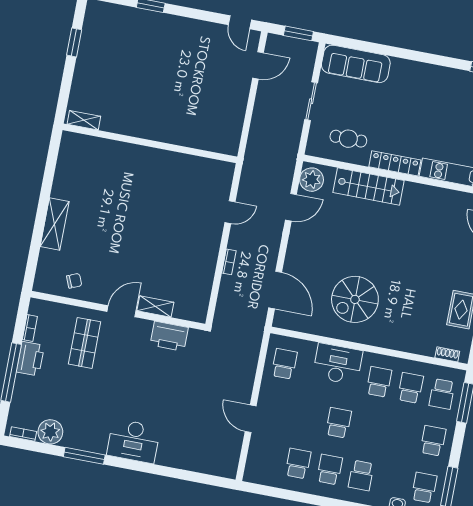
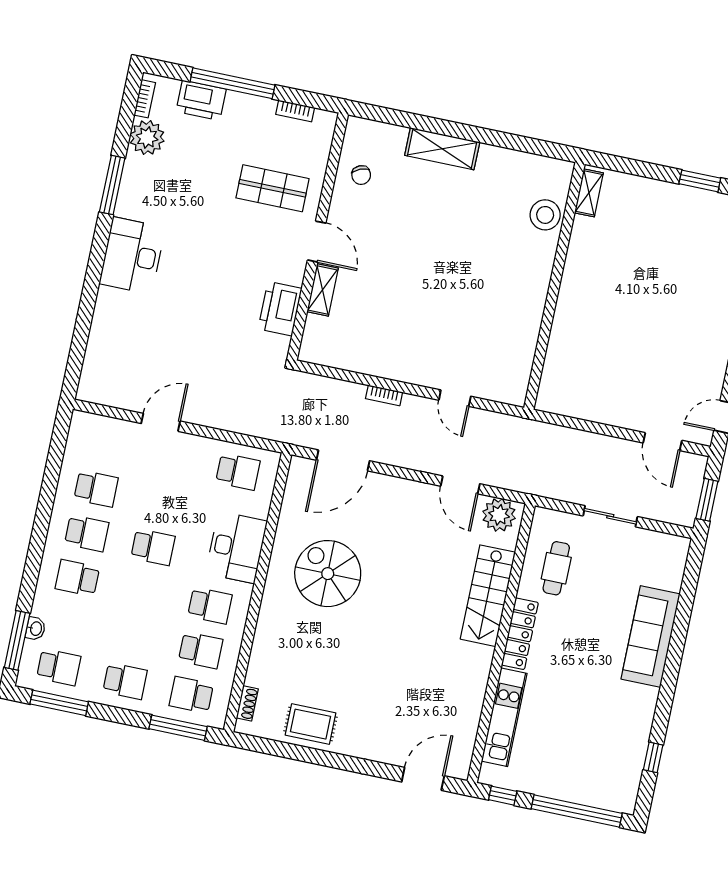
sofa: (356, 64) -> (651, 636), moved
stool: (100, 151) -> (545, 215), added
printer: (30, 359) -> (201, 100), moved

